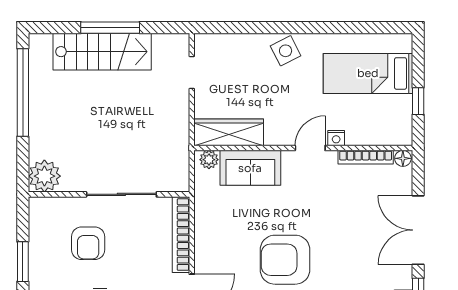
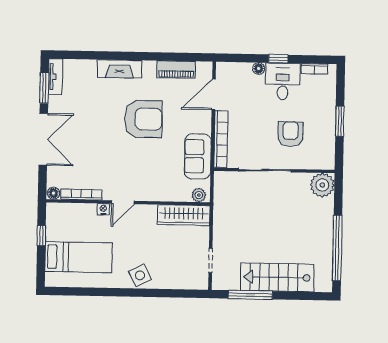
window: (110, 28) -> (250, 295), moved
sofa: (250, 168) -> (198, 156), moved, turned -90

